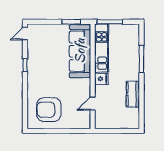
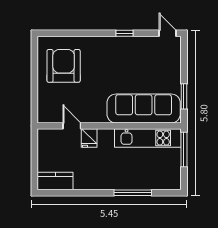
fridge: (101, 79) -> (89, 138), moved
kitchen counter: (133, 94) -> (55, 181), moved

